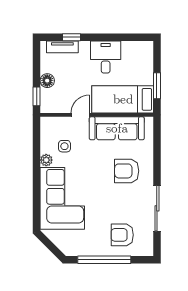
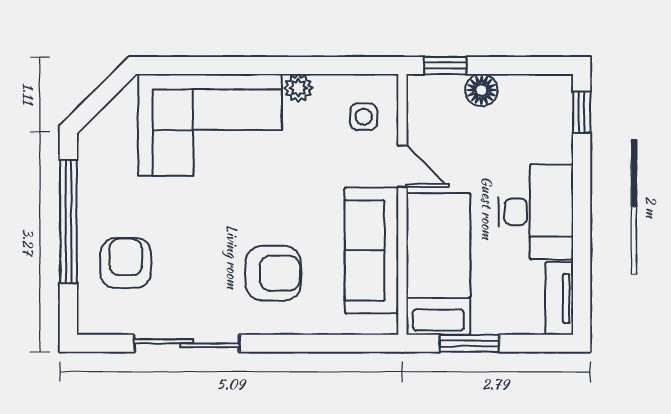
window: (72, 37) -> (582, 112), moved
tv unit: (62, 47) -> (559, 298), moved
desk: (106, 57) -> (536, 212), width x1.37
side table: (64, 146) -> (364, 117), moved
armchair: (127, 171) -> (273, 273), turned 90

